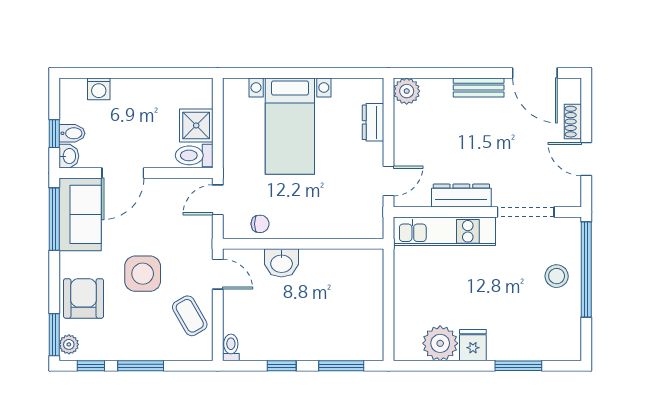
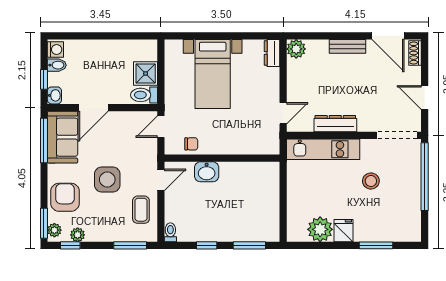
washing machine: (99, 89) -> (55, 50), moved, turned -90
dresser: (373, 122) -> (272, 53), moved
shoe rack: (573, 122) -> (415, 53), moved
bidet: (72, 133) -> (57, 65), moved
doorway: (526, 212) -> (397, 135), moved
door: (218, 274) -> (161, 180), hinge flipped
stool: (557, 276) -> (371, 181), moved
coffee table: (190, 316) -> (141, 210), turned 30
plant: (101, 351) -> (78, 235), added
window: (141, 366) -> (130, 245), moved

